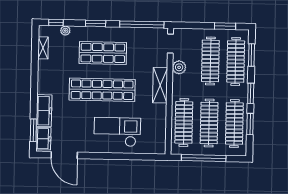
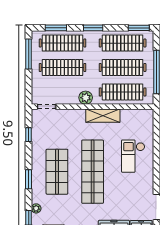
window: (142, 24) -> (29, 135), width x0.32
window: (225, 26) -> (29, 54), width x1.44
plant: (179, 67) -> (86, 98), moved
shelving: (160, 85) -> (103, 116), moved
window: (250, 124) -> (139, 28), moved
checkout: (117, 132) -> (133, 156), width x0.73, depth x0.83

